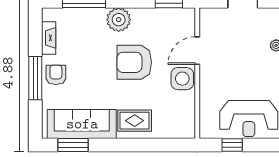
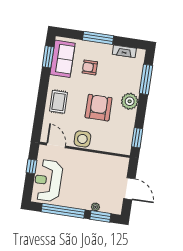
door: (197, 51) -> (56, 145), moved
armchair: (56, 75) -> (90, 67), moved, turned 180
sofa: (82, 124) -> (63, 59), width x0.73

